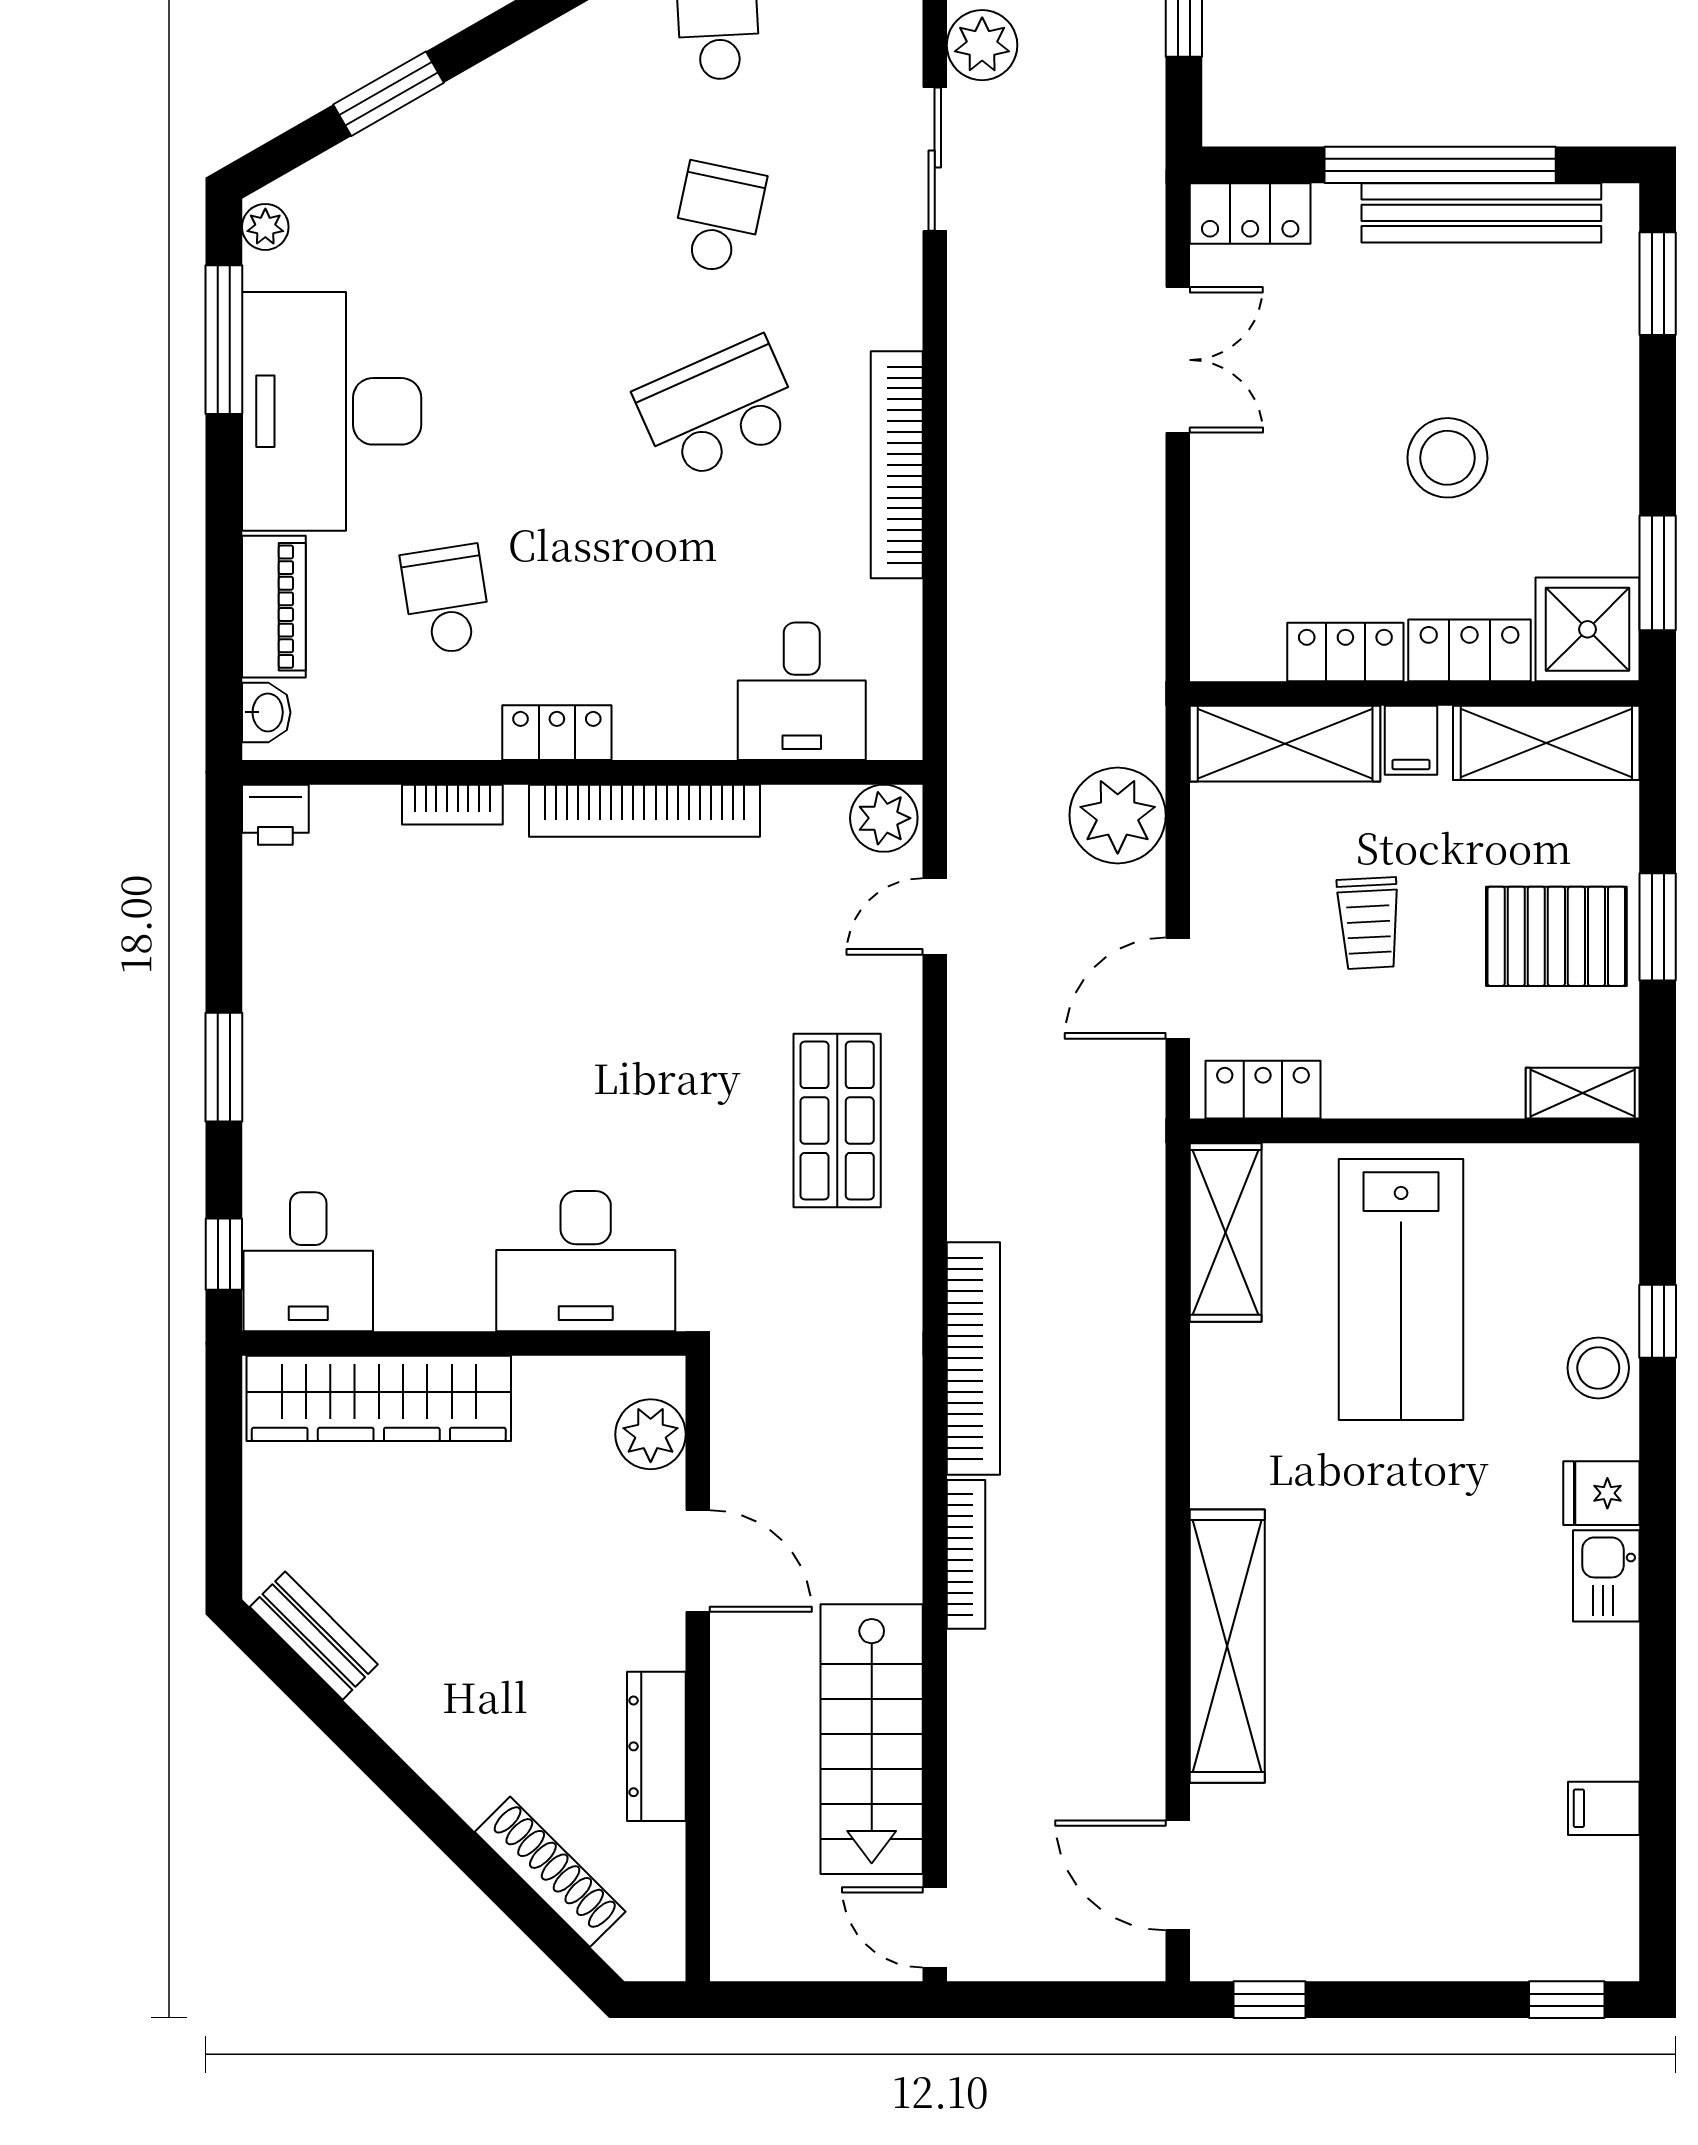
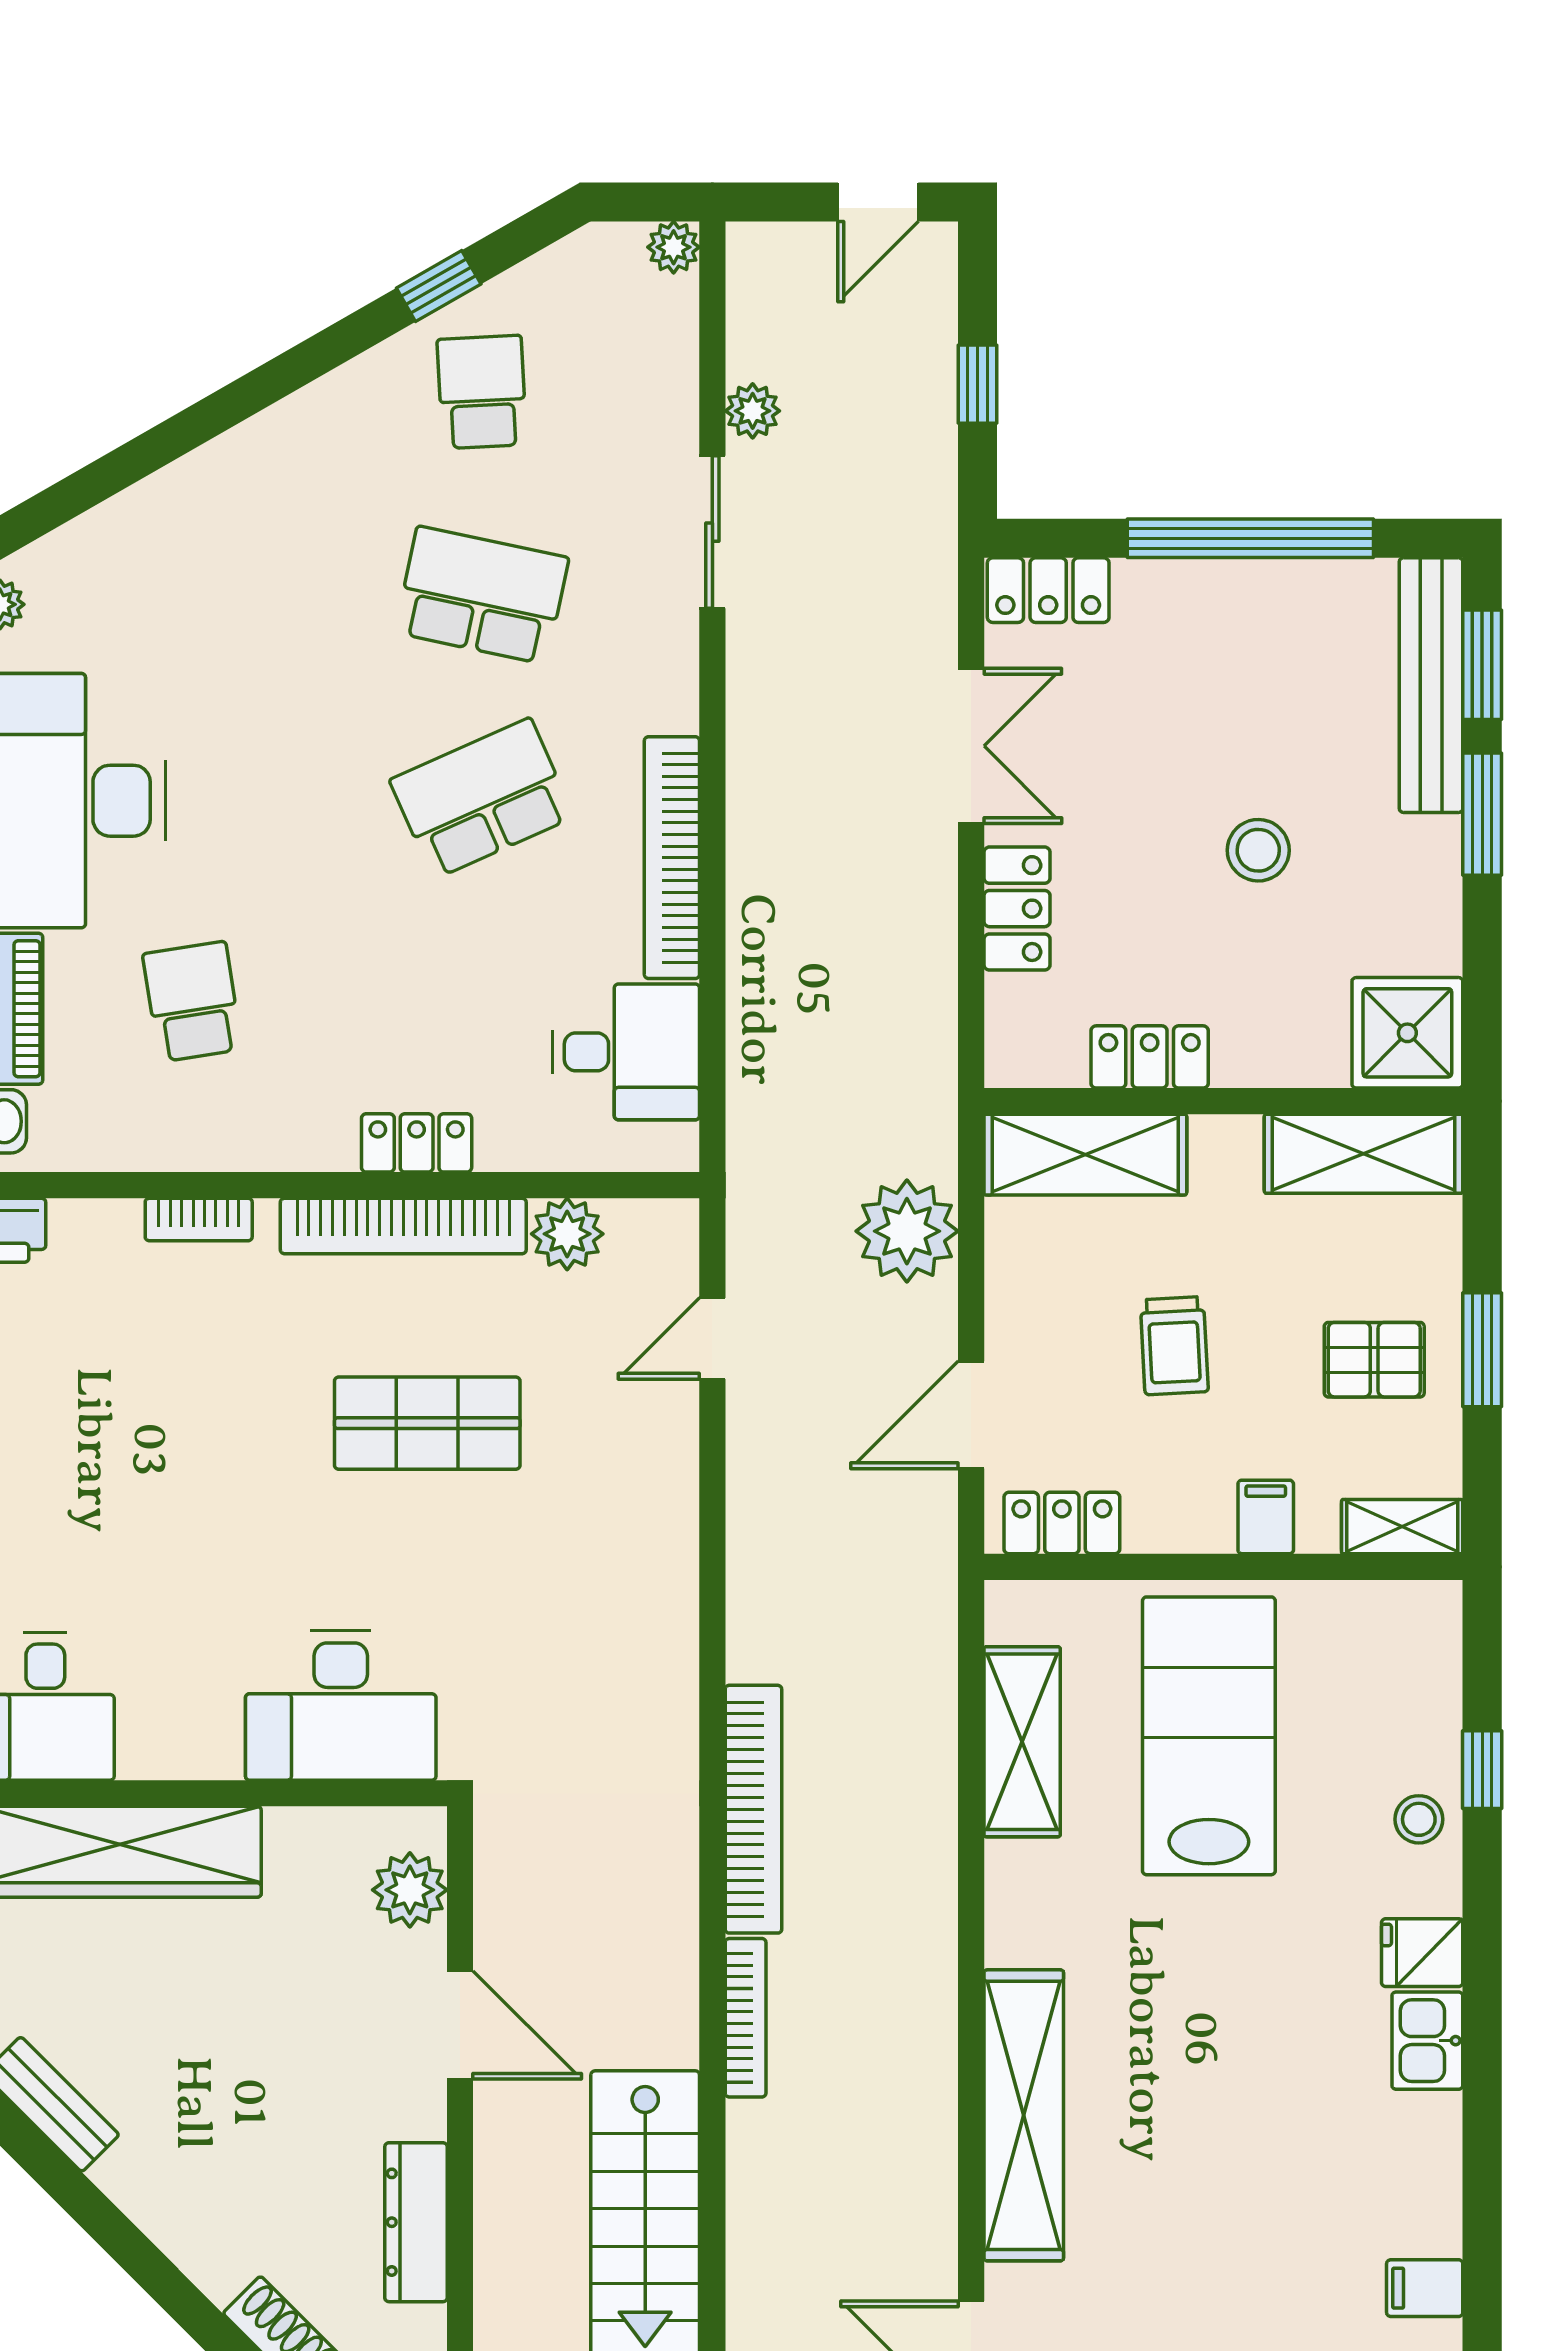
plant: (982, 45) -> (753, 411), width x0.73, depth x0.73
window: (389, 94) -> (131, 463), removed
bench: (1481, 213) -> (1431, 685), moved, turned 90
school desk: (718, 218) -> (482, 595), width x1.85
stool: (1447, 458) -> (1258, 850), width x0.73, depth x0.73
window: (1658, 573) -> (1482, 814), moved
locker: (1469, 650) -> (1017, 909), moved, turned 90
desk: (802, 691) -> (626, 1052), moved, turned -90
locker: (557, 733) -> (417, 1143), moved
filing cabinet: (1411, 740) -> (1266, 1517), moved, turned 180
plant: (884, 818) -> (567, 1234), moved
pallet: (1556, 936) -> (1374, 1360), width x0.67, depth x0.71
shop shelf: (837, 1121) -> (427, 1423), moved, turned 90
shelving: (1226, 1232) -> (1022, 1742), moved
lab bench: (1401, 1290) -> (1209, 1736), turned 180
stool: (1598, 1368) -> (1419, 1819), width x0.73, depth x0.73

